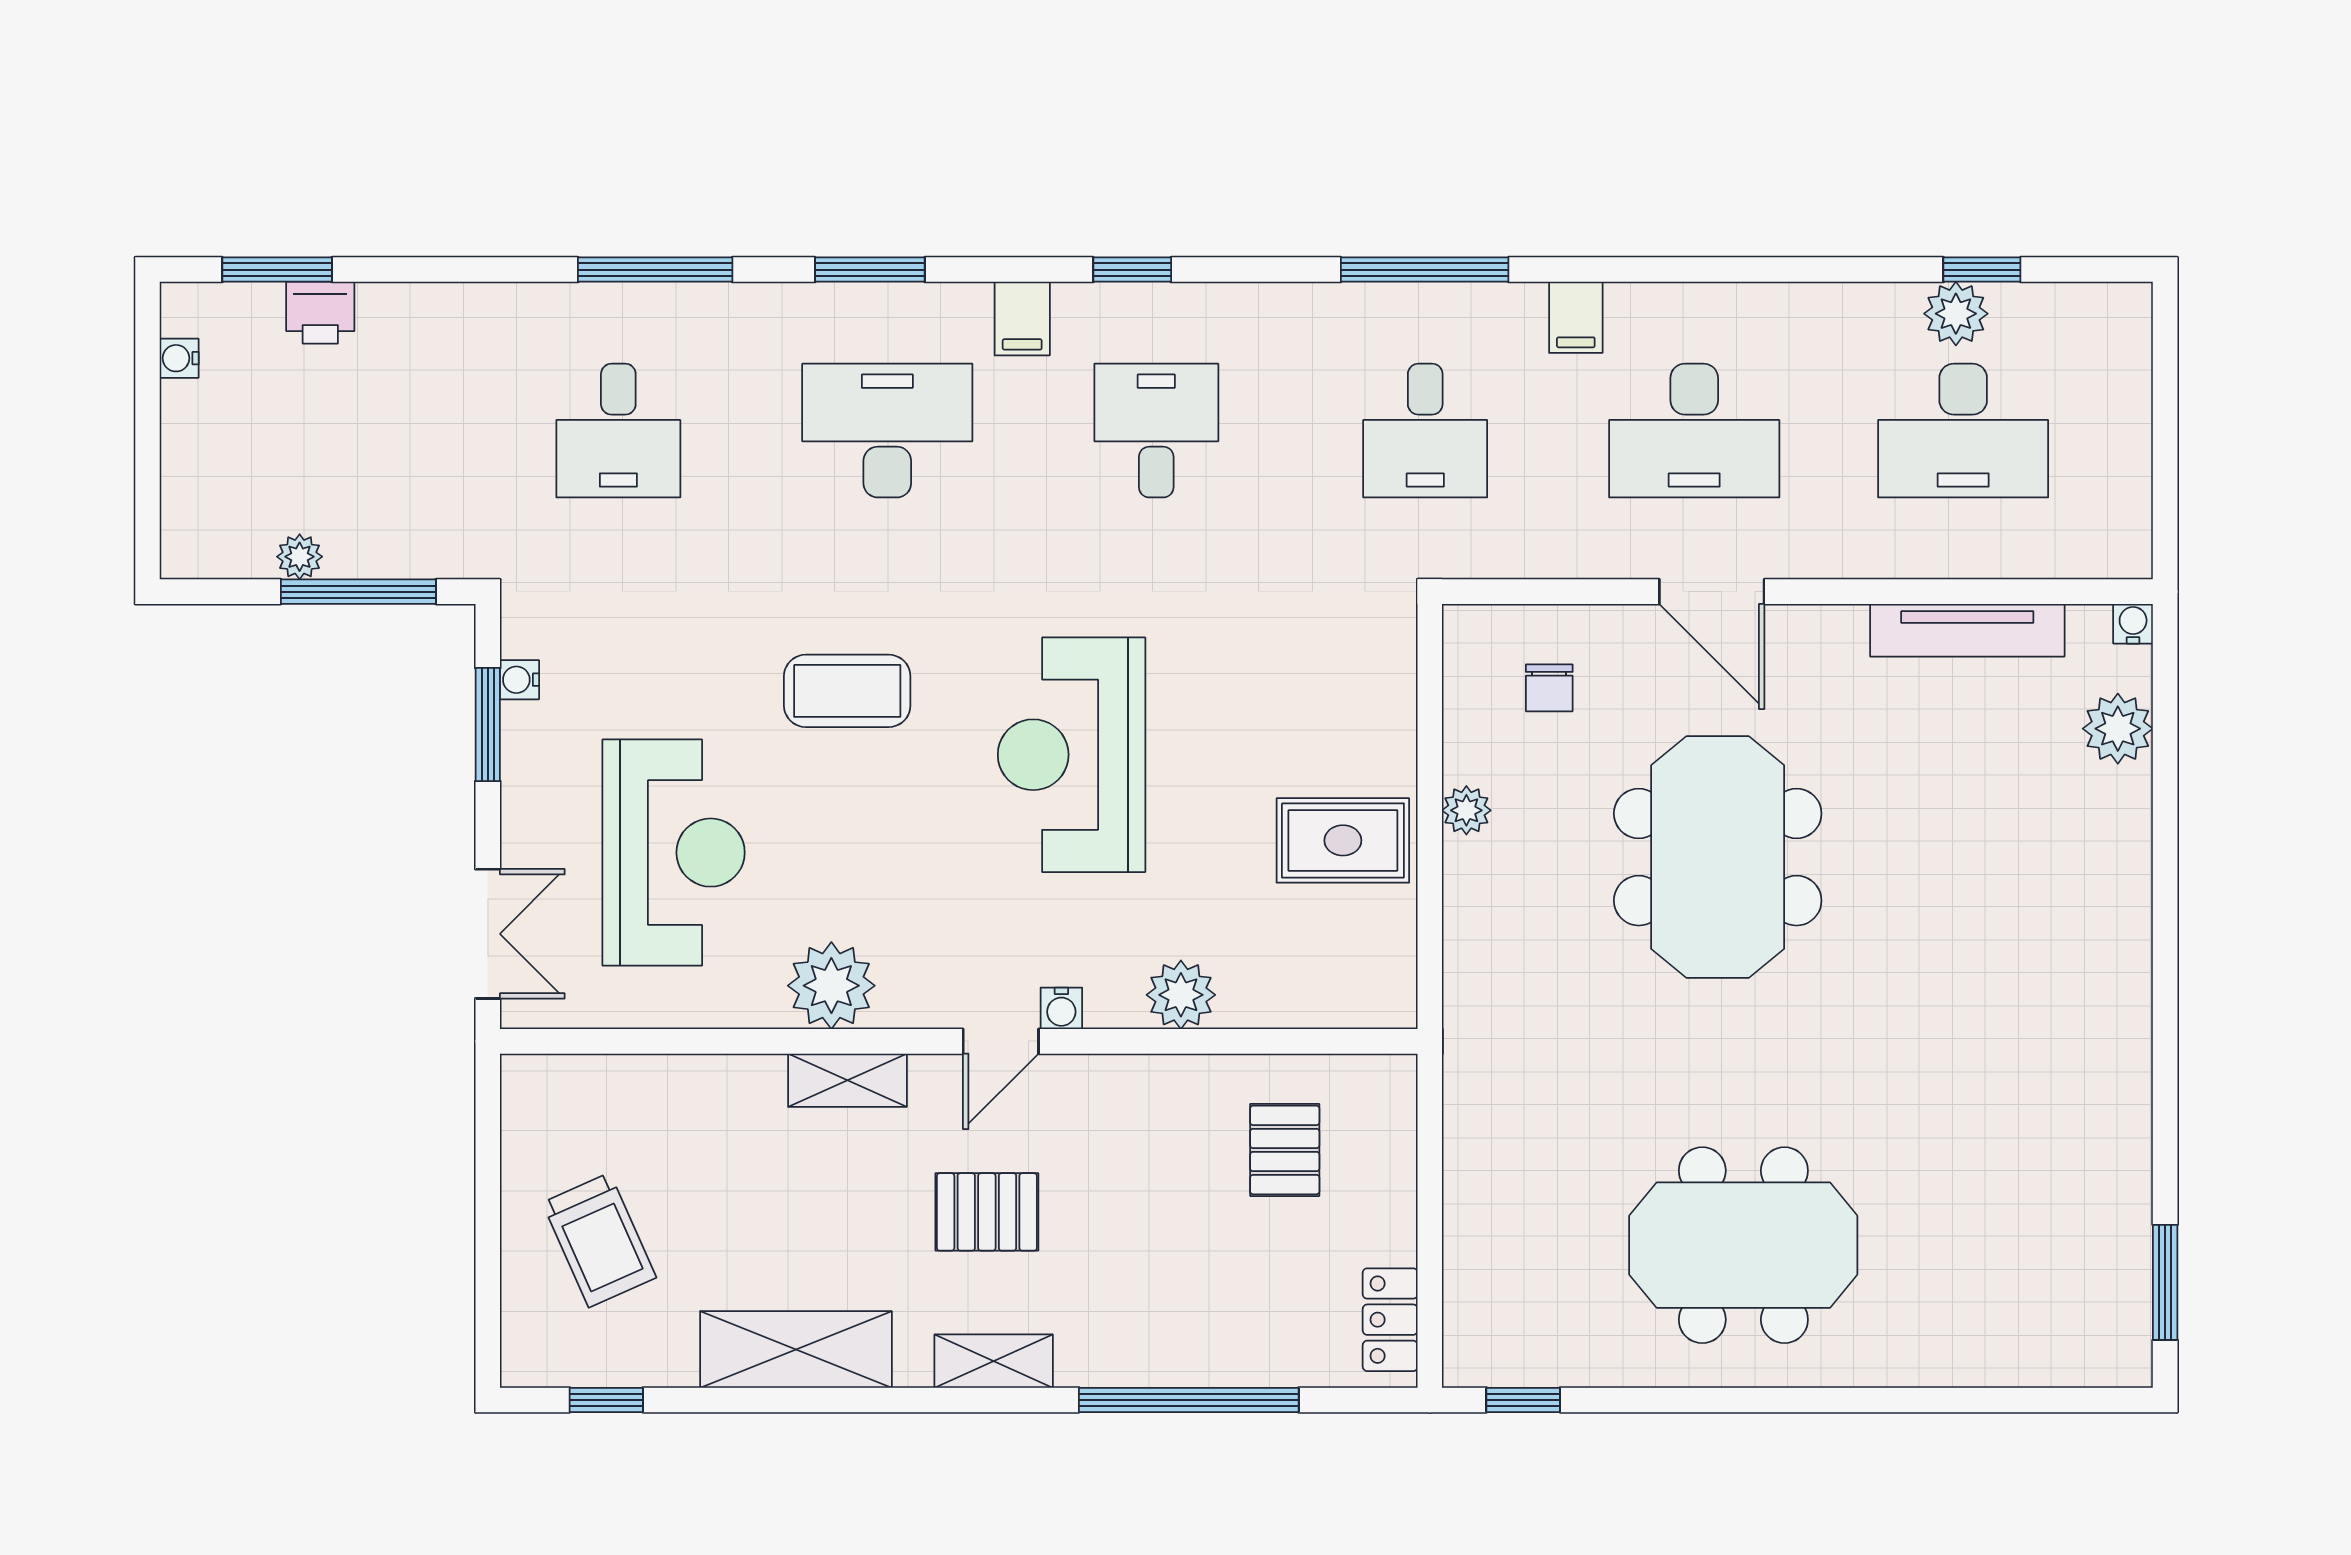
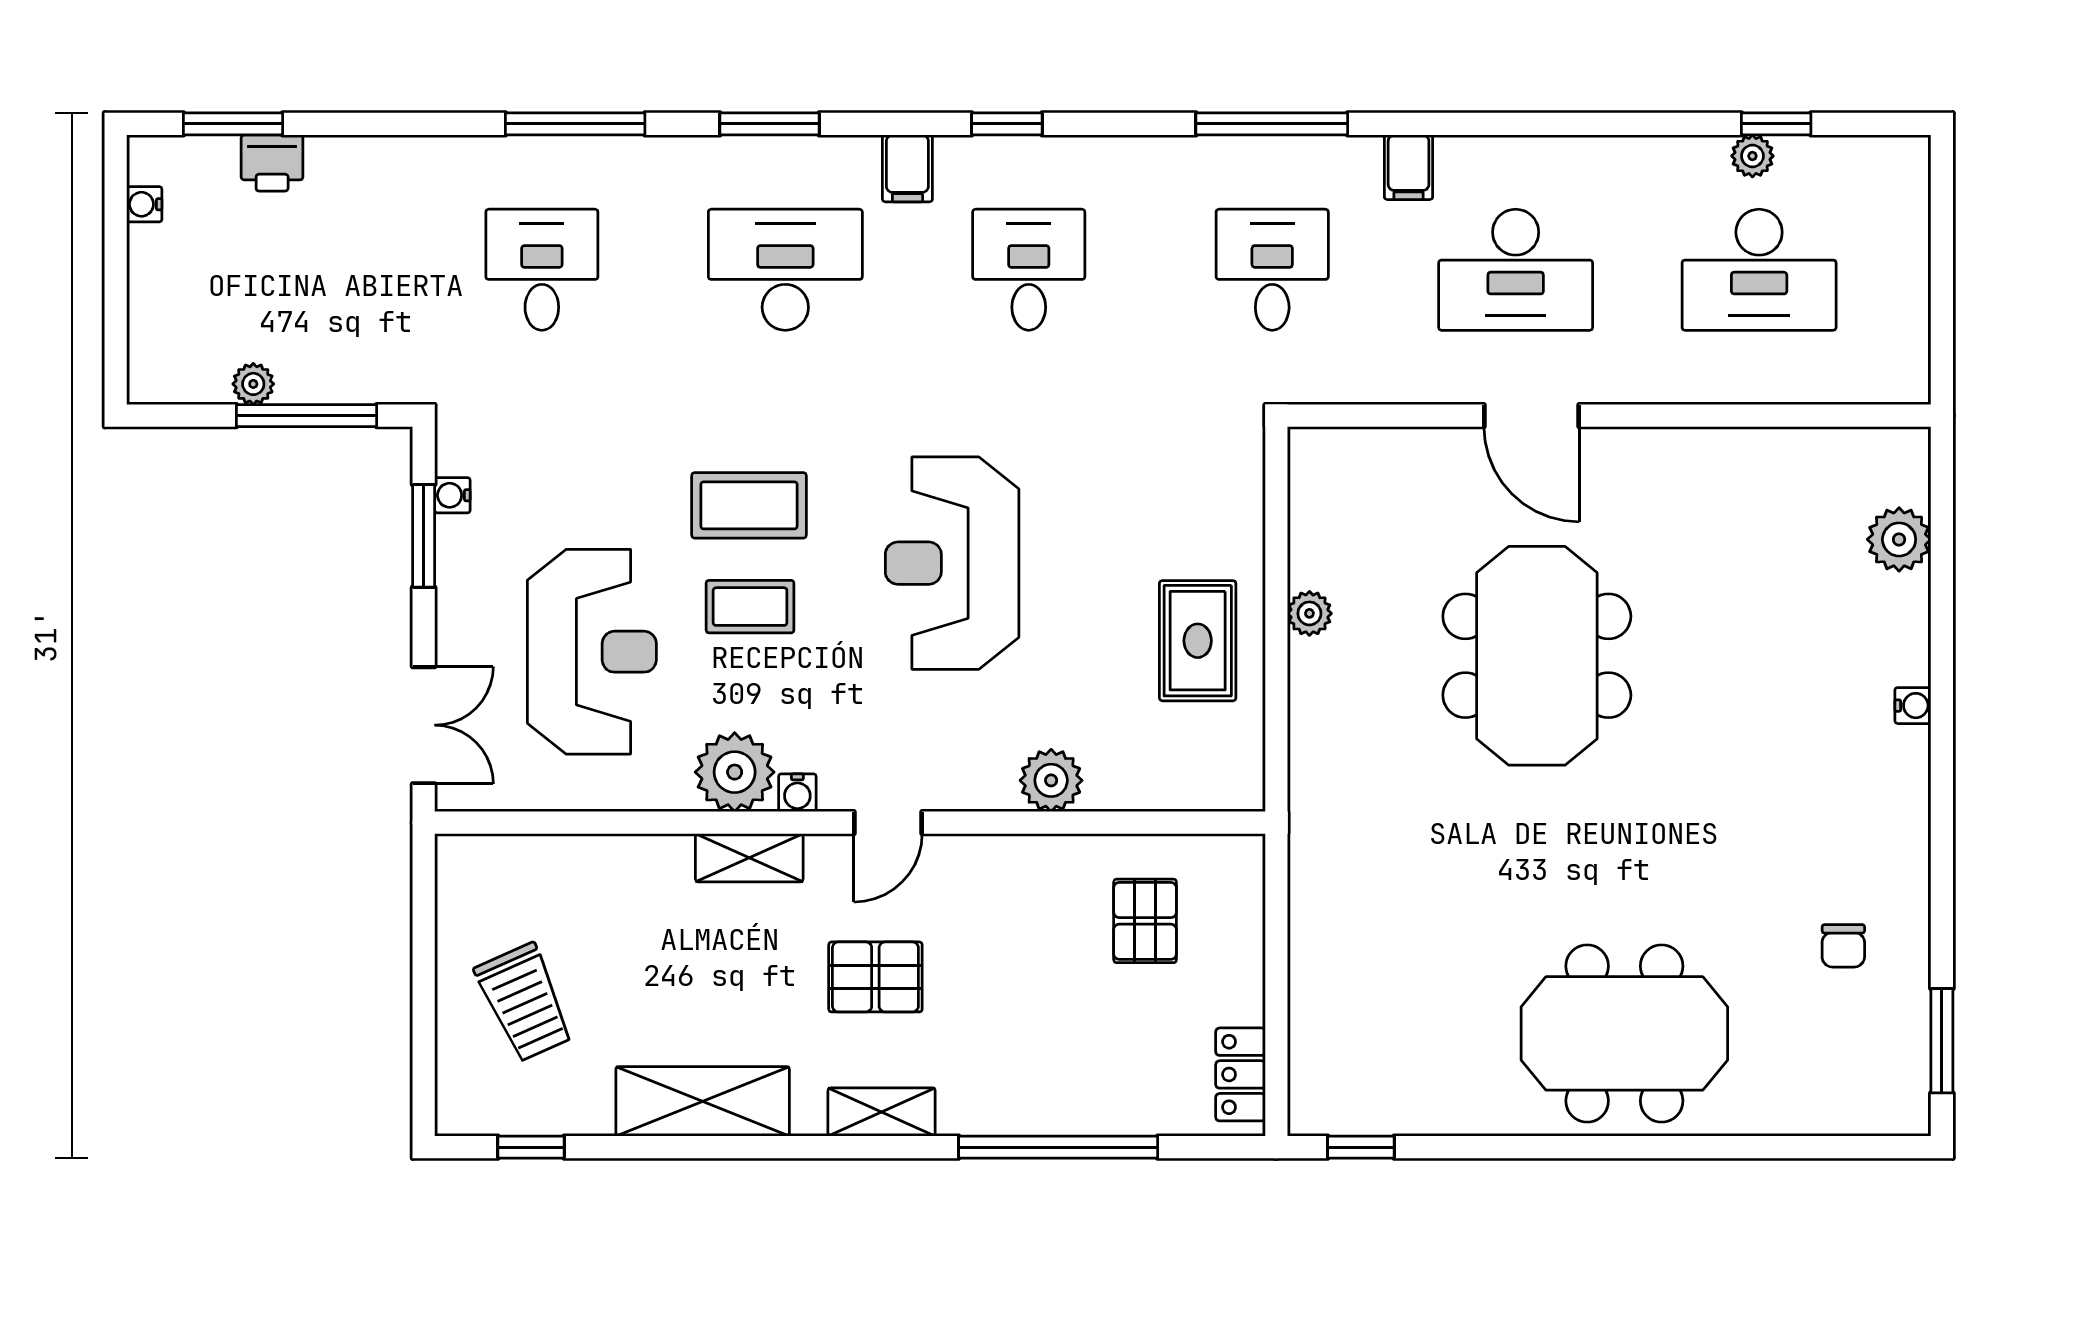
plant: (1956, 314) -> (1752, 156), width x0.73, depth x0.73
desk: (618, 431) -> (542, 270), turned 180
desk: (1425, 431) -> (1272, 270), turned 180
water cooler: (2133, 624) -> (1913, 706), moved, turned 90
tv unit: (1967, 630) -> (1763, 450), removed
chair: (1549, 688) -> (1843, 946), moved
coffee table: (848, 803) -> (750, 607), added
rug: (1343, 840) -> (1198, 641), turned 90
water cooler: (1061, 1008) -> (797, 793), moved
meeting table: (1743, 1245) -> (1624, 1033), moved

